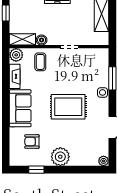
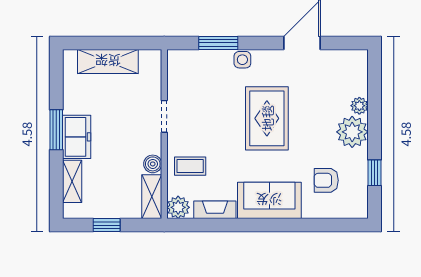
armchair: (32, 141) -> (326, 180), turned 90
plant: (103, 161) -> (359, 106), moved

